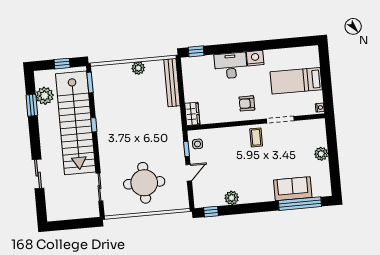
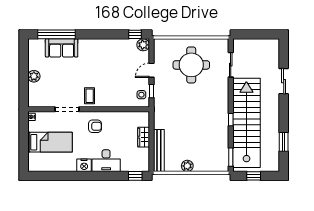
plant: (45, 96) -> (271, 149), removed
wardrobe: (192, 114) -> (144, 137), moved
plant: (232, 198) -> (143, 45), moved

